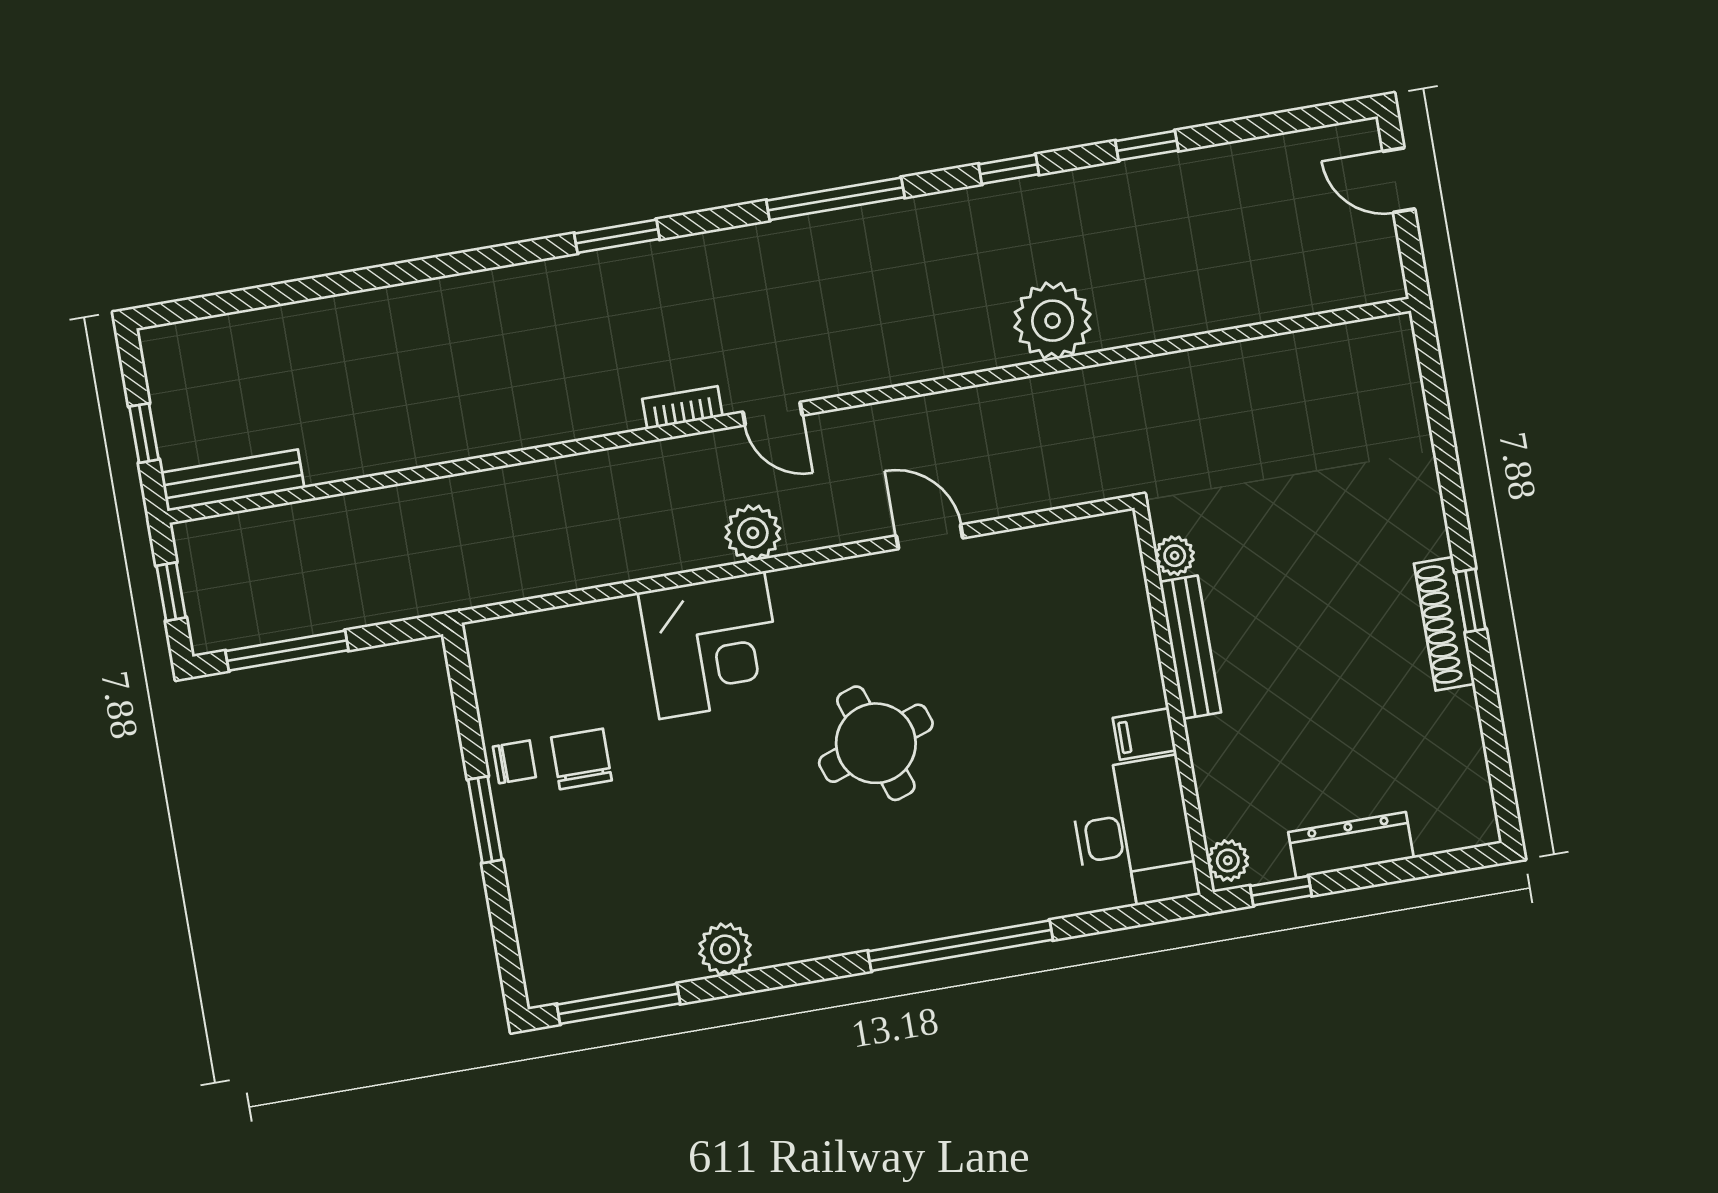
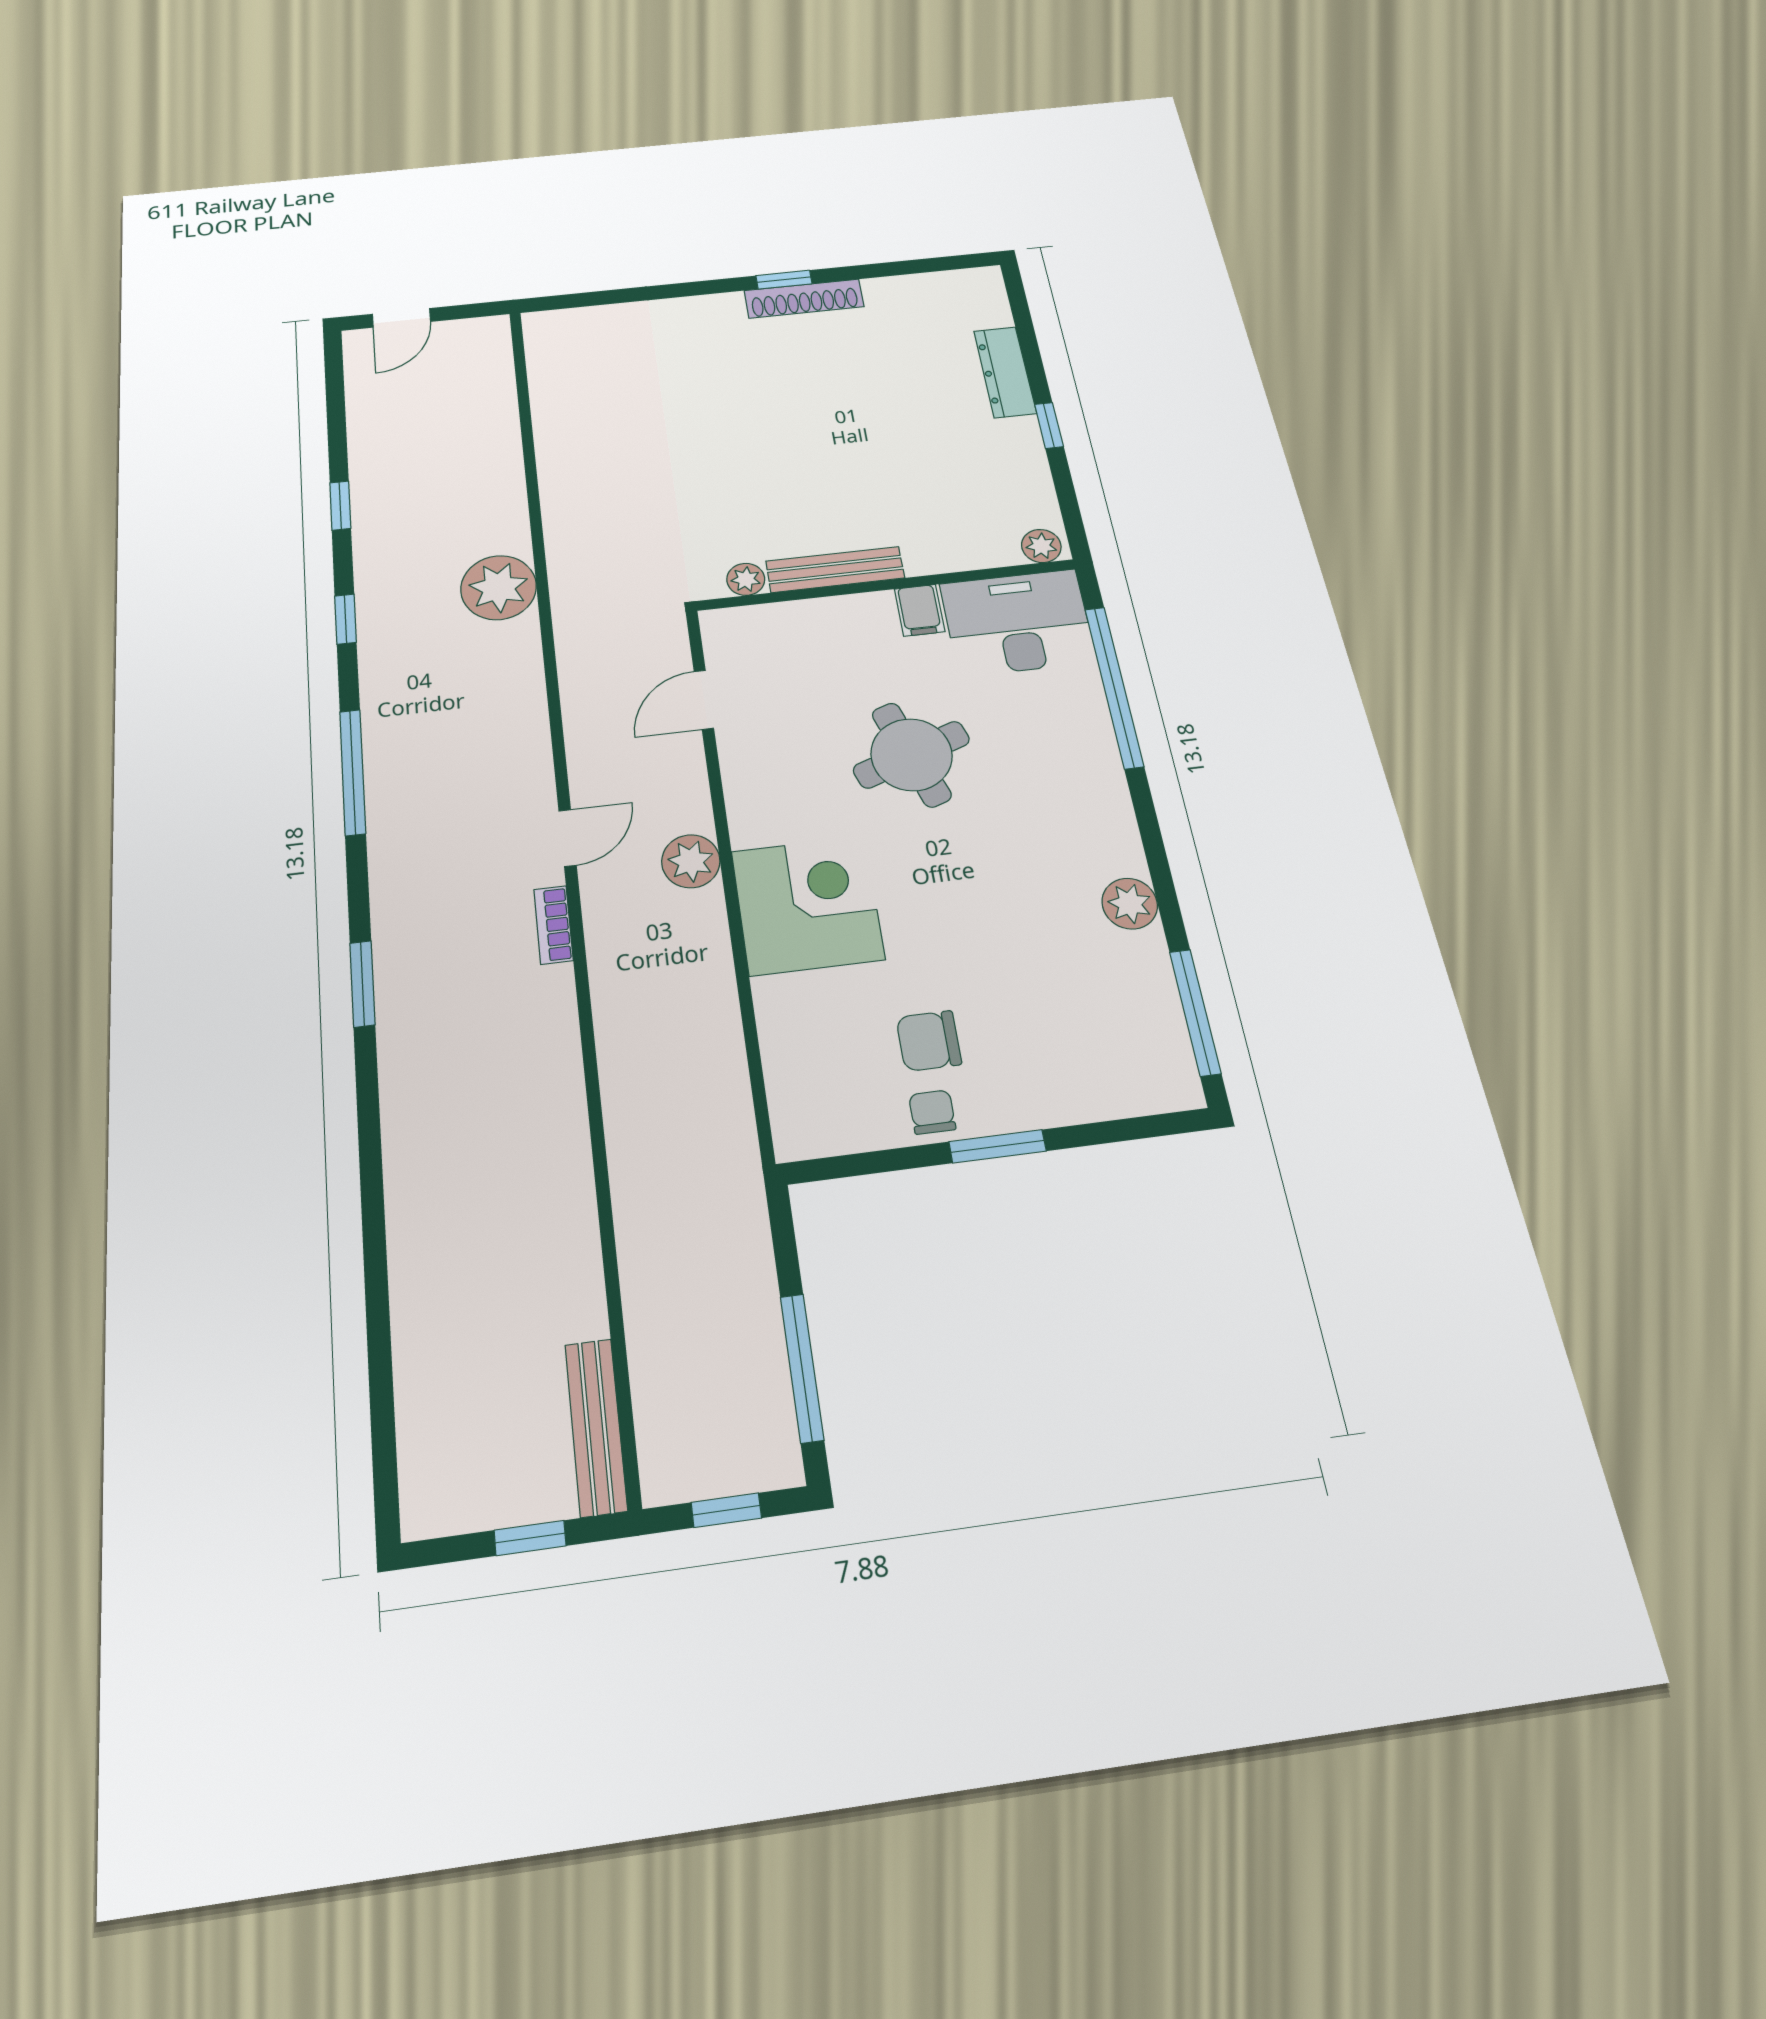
plant: (1175, 556) -> (746, 579), moved
bench: (1190, 647) -> (835, 570), moved
wall: (1174, 700) -> (886, 585), moved
filing cabinet: (1144, 734) -> (920, 610), moved
desk: (1134, 834) -> (1018, 623), moved
plant: (1228, 860) -> (1041, 546), moved

